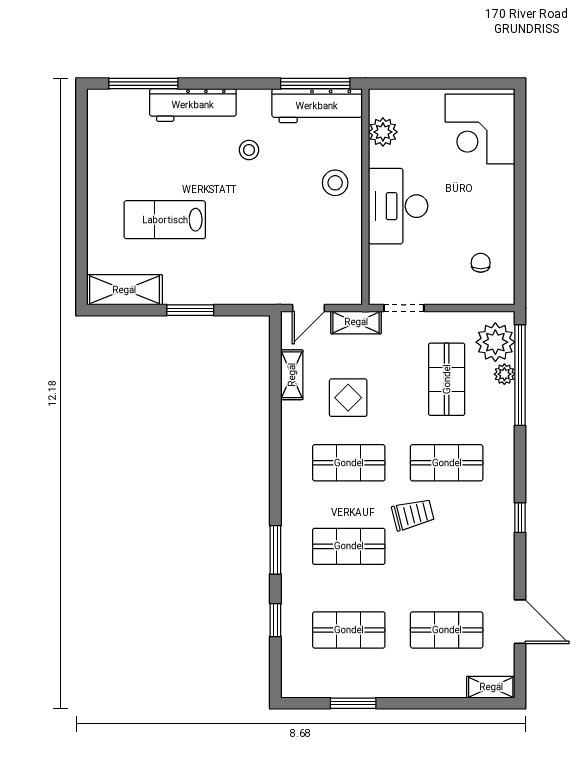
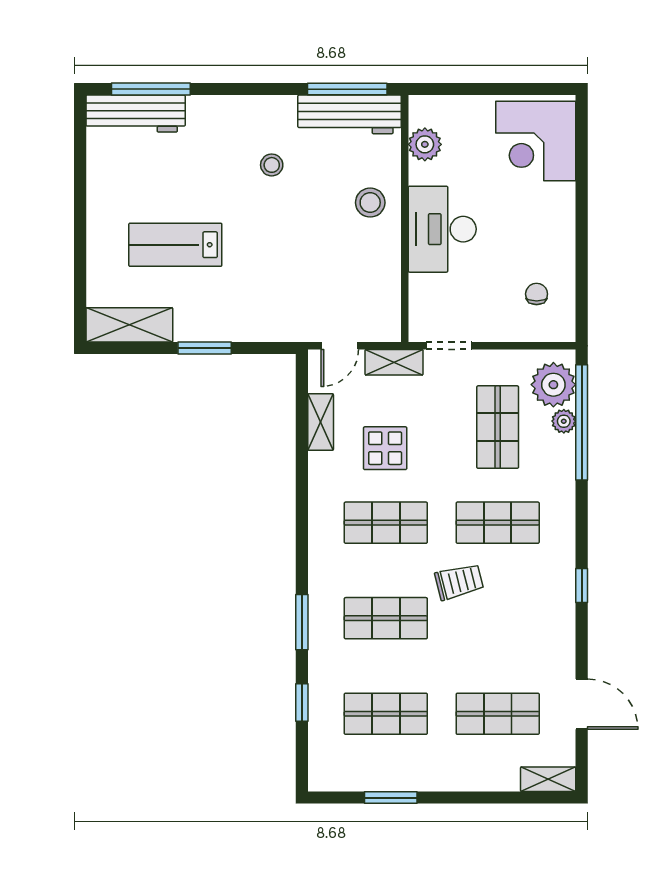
workbench: (193, 105) -> (136, 114), moved

